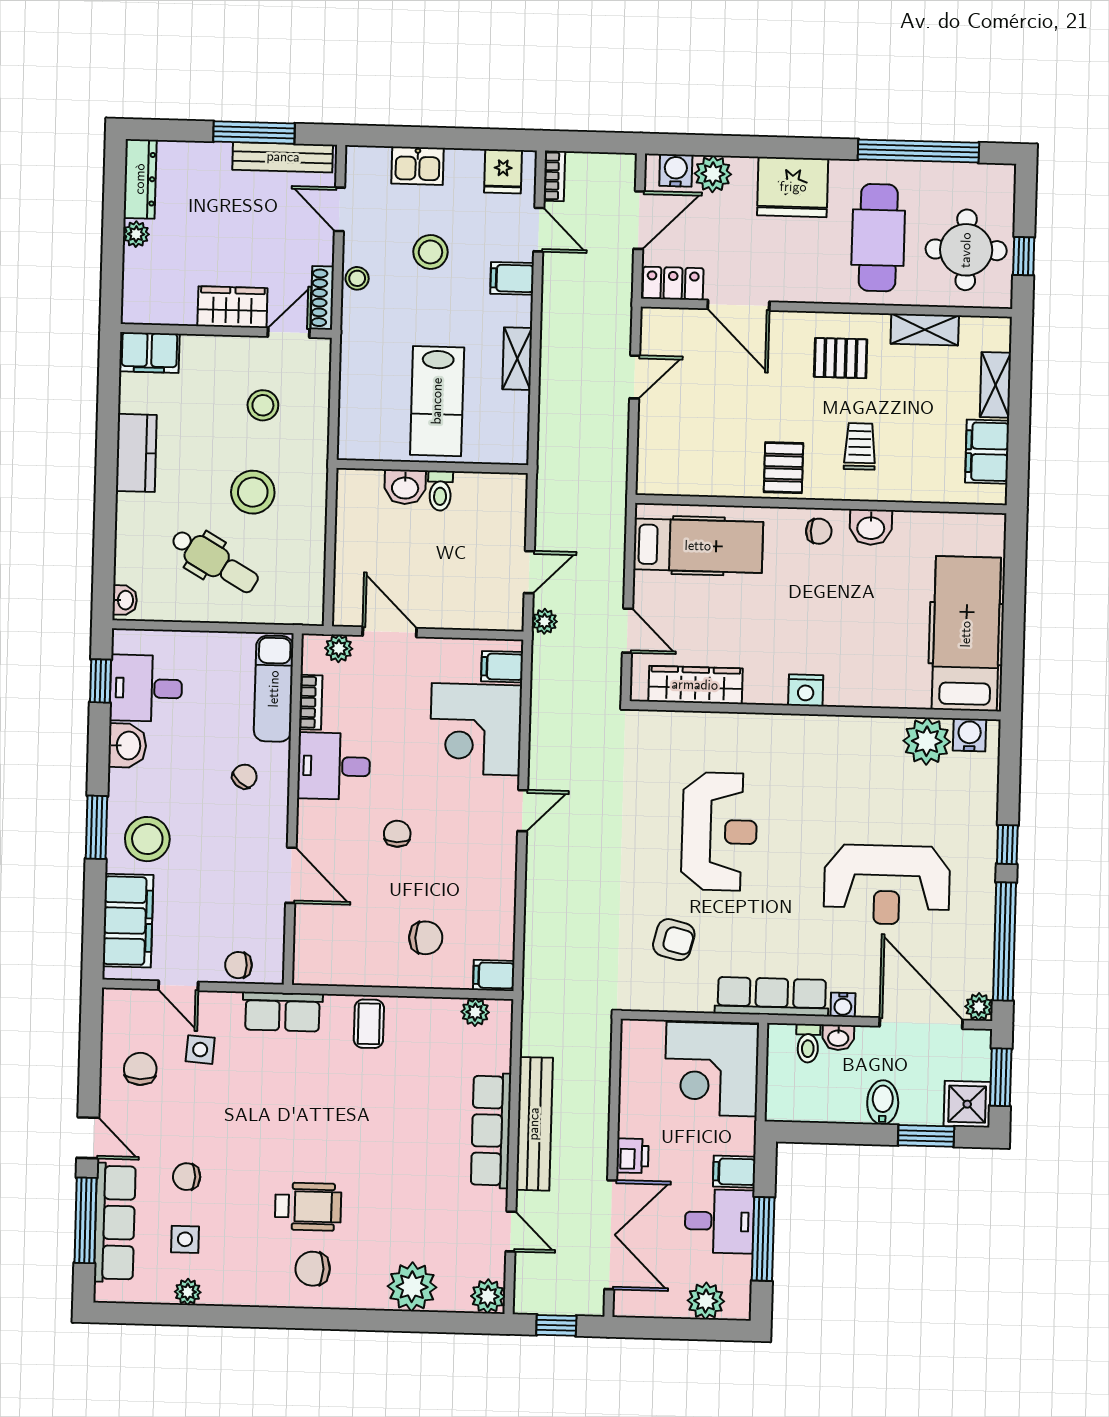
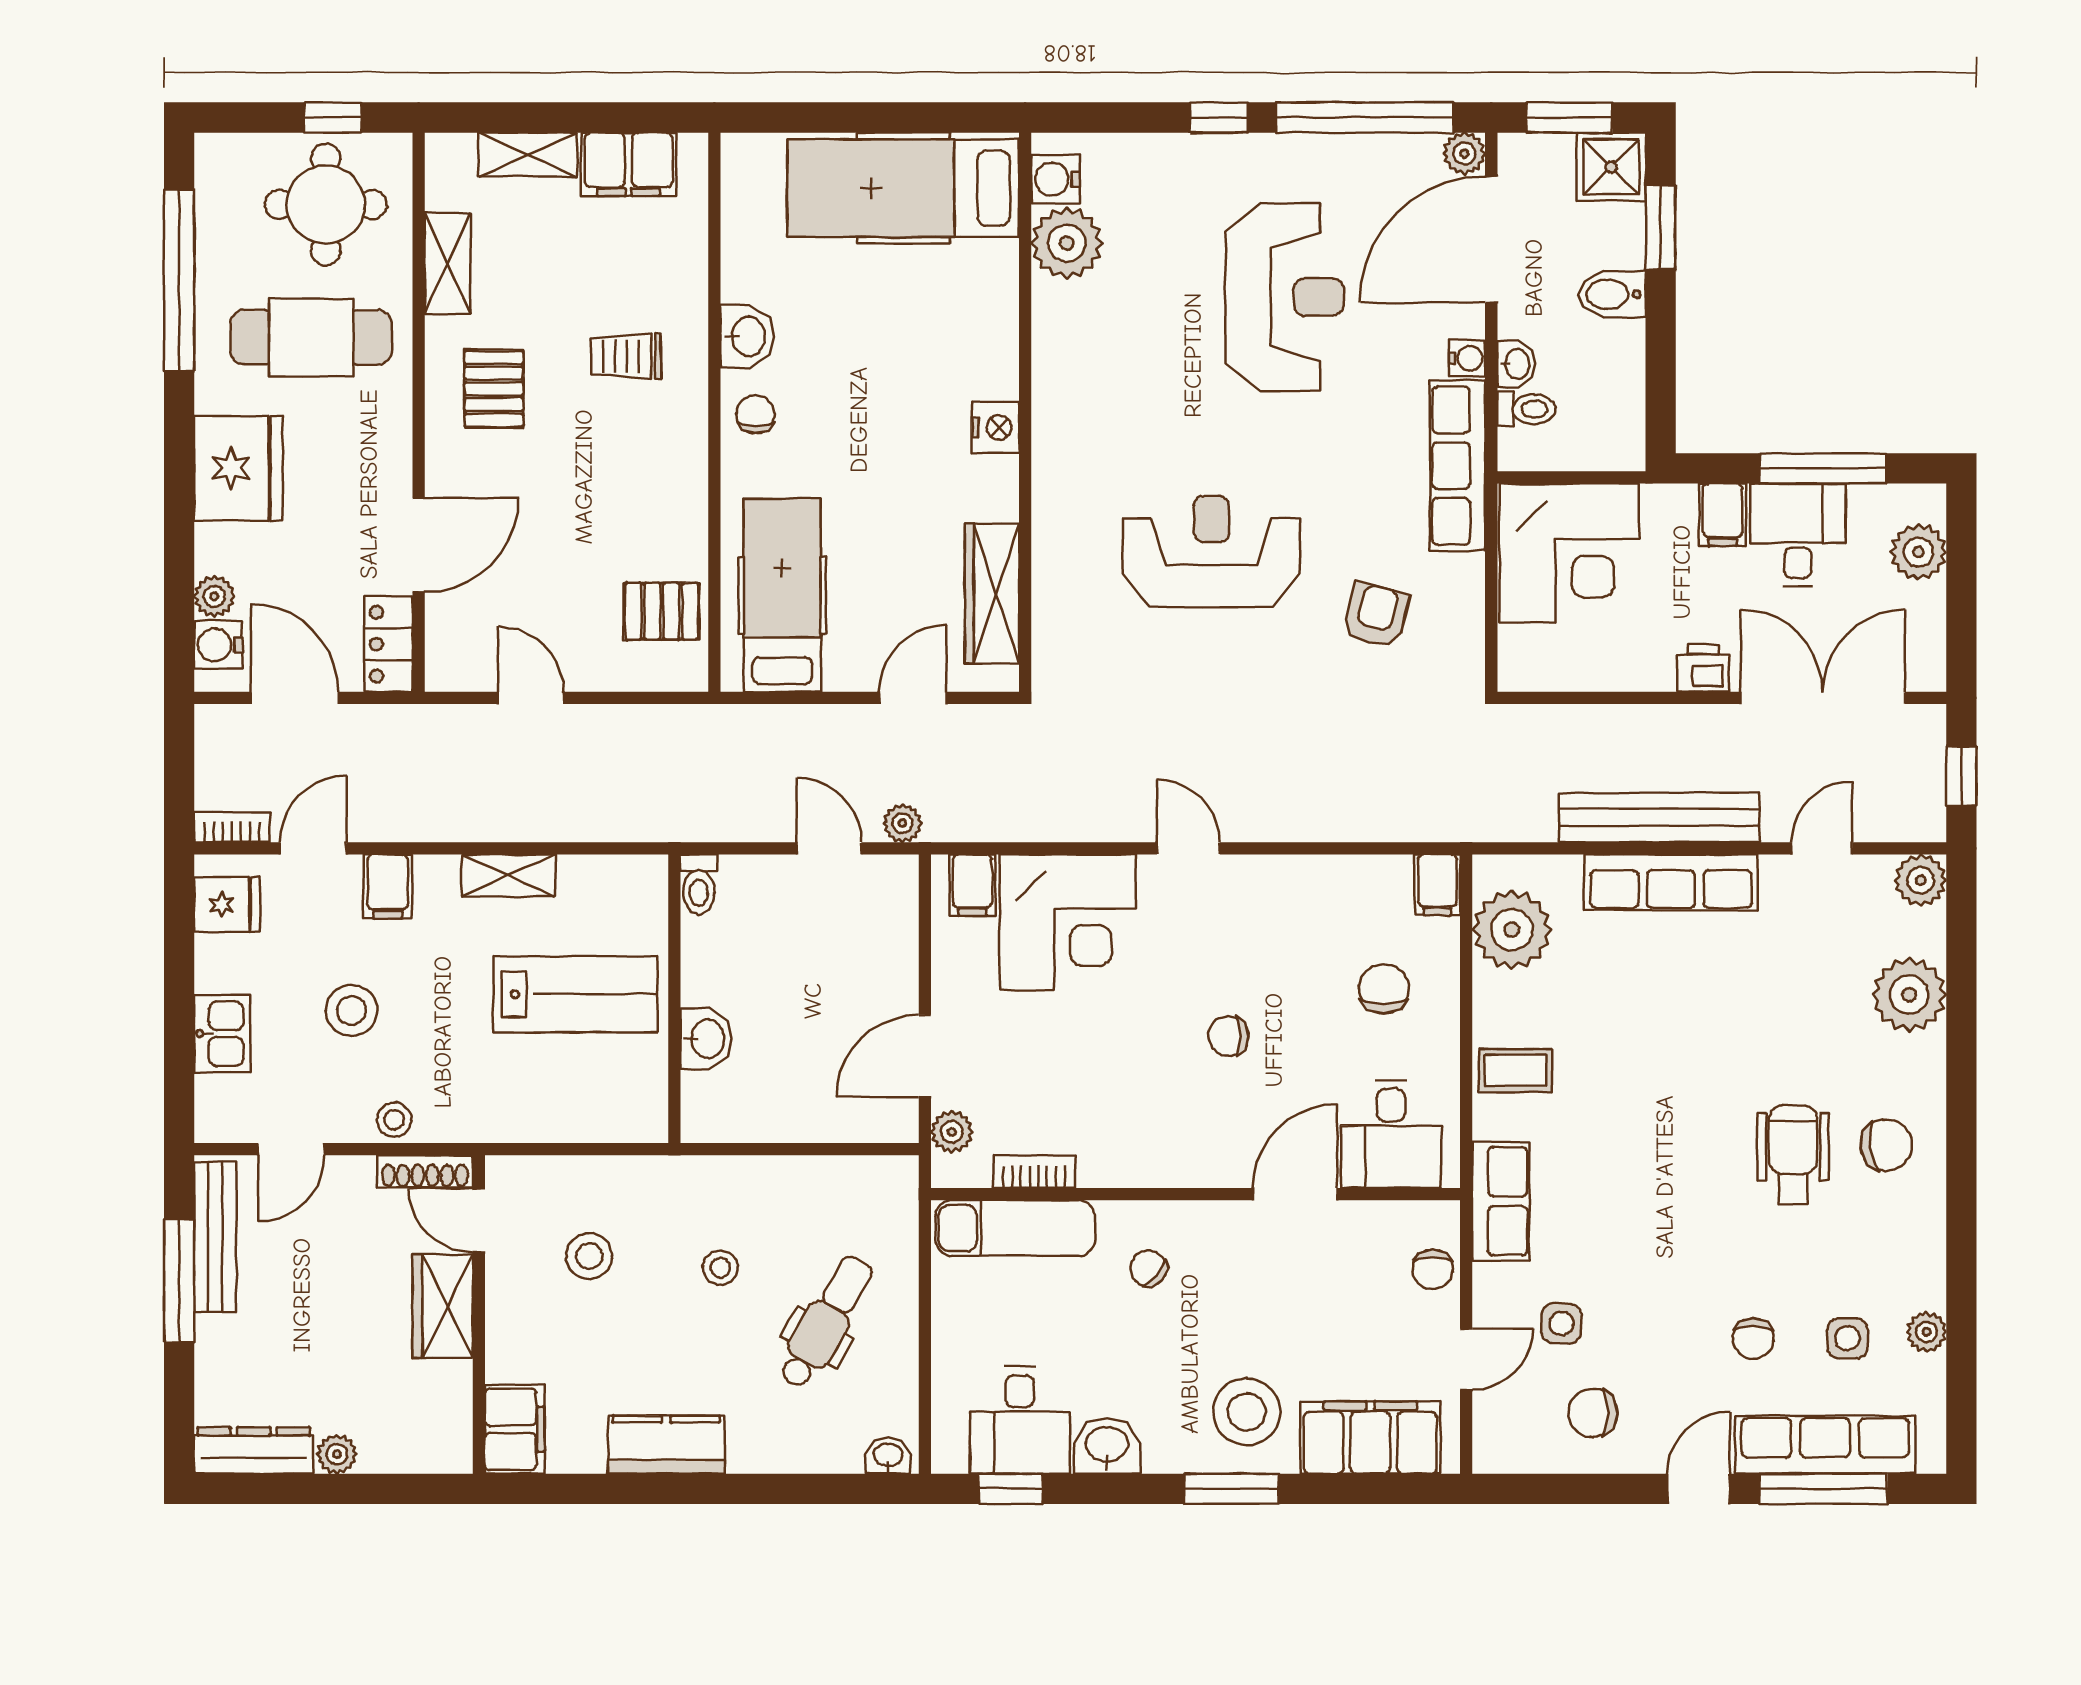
plant: (713, 174) -> (214, 596), width x0.73, depth x0.73
pallet: (784, 468) -> (662, 611), moved
toilet: (440, 491) -> (699, 884), moved, turned 90
stool: (253, 492) -> (720, 1268), width x0.53, depth x0.53
desk: (334, 766) -> (1391, 1134), moved
plant: (475, 1012) -> (1512, 930), width x1.87, depth x1.87
chair: (313, 1269) -> (1886, 1145), turned -98

